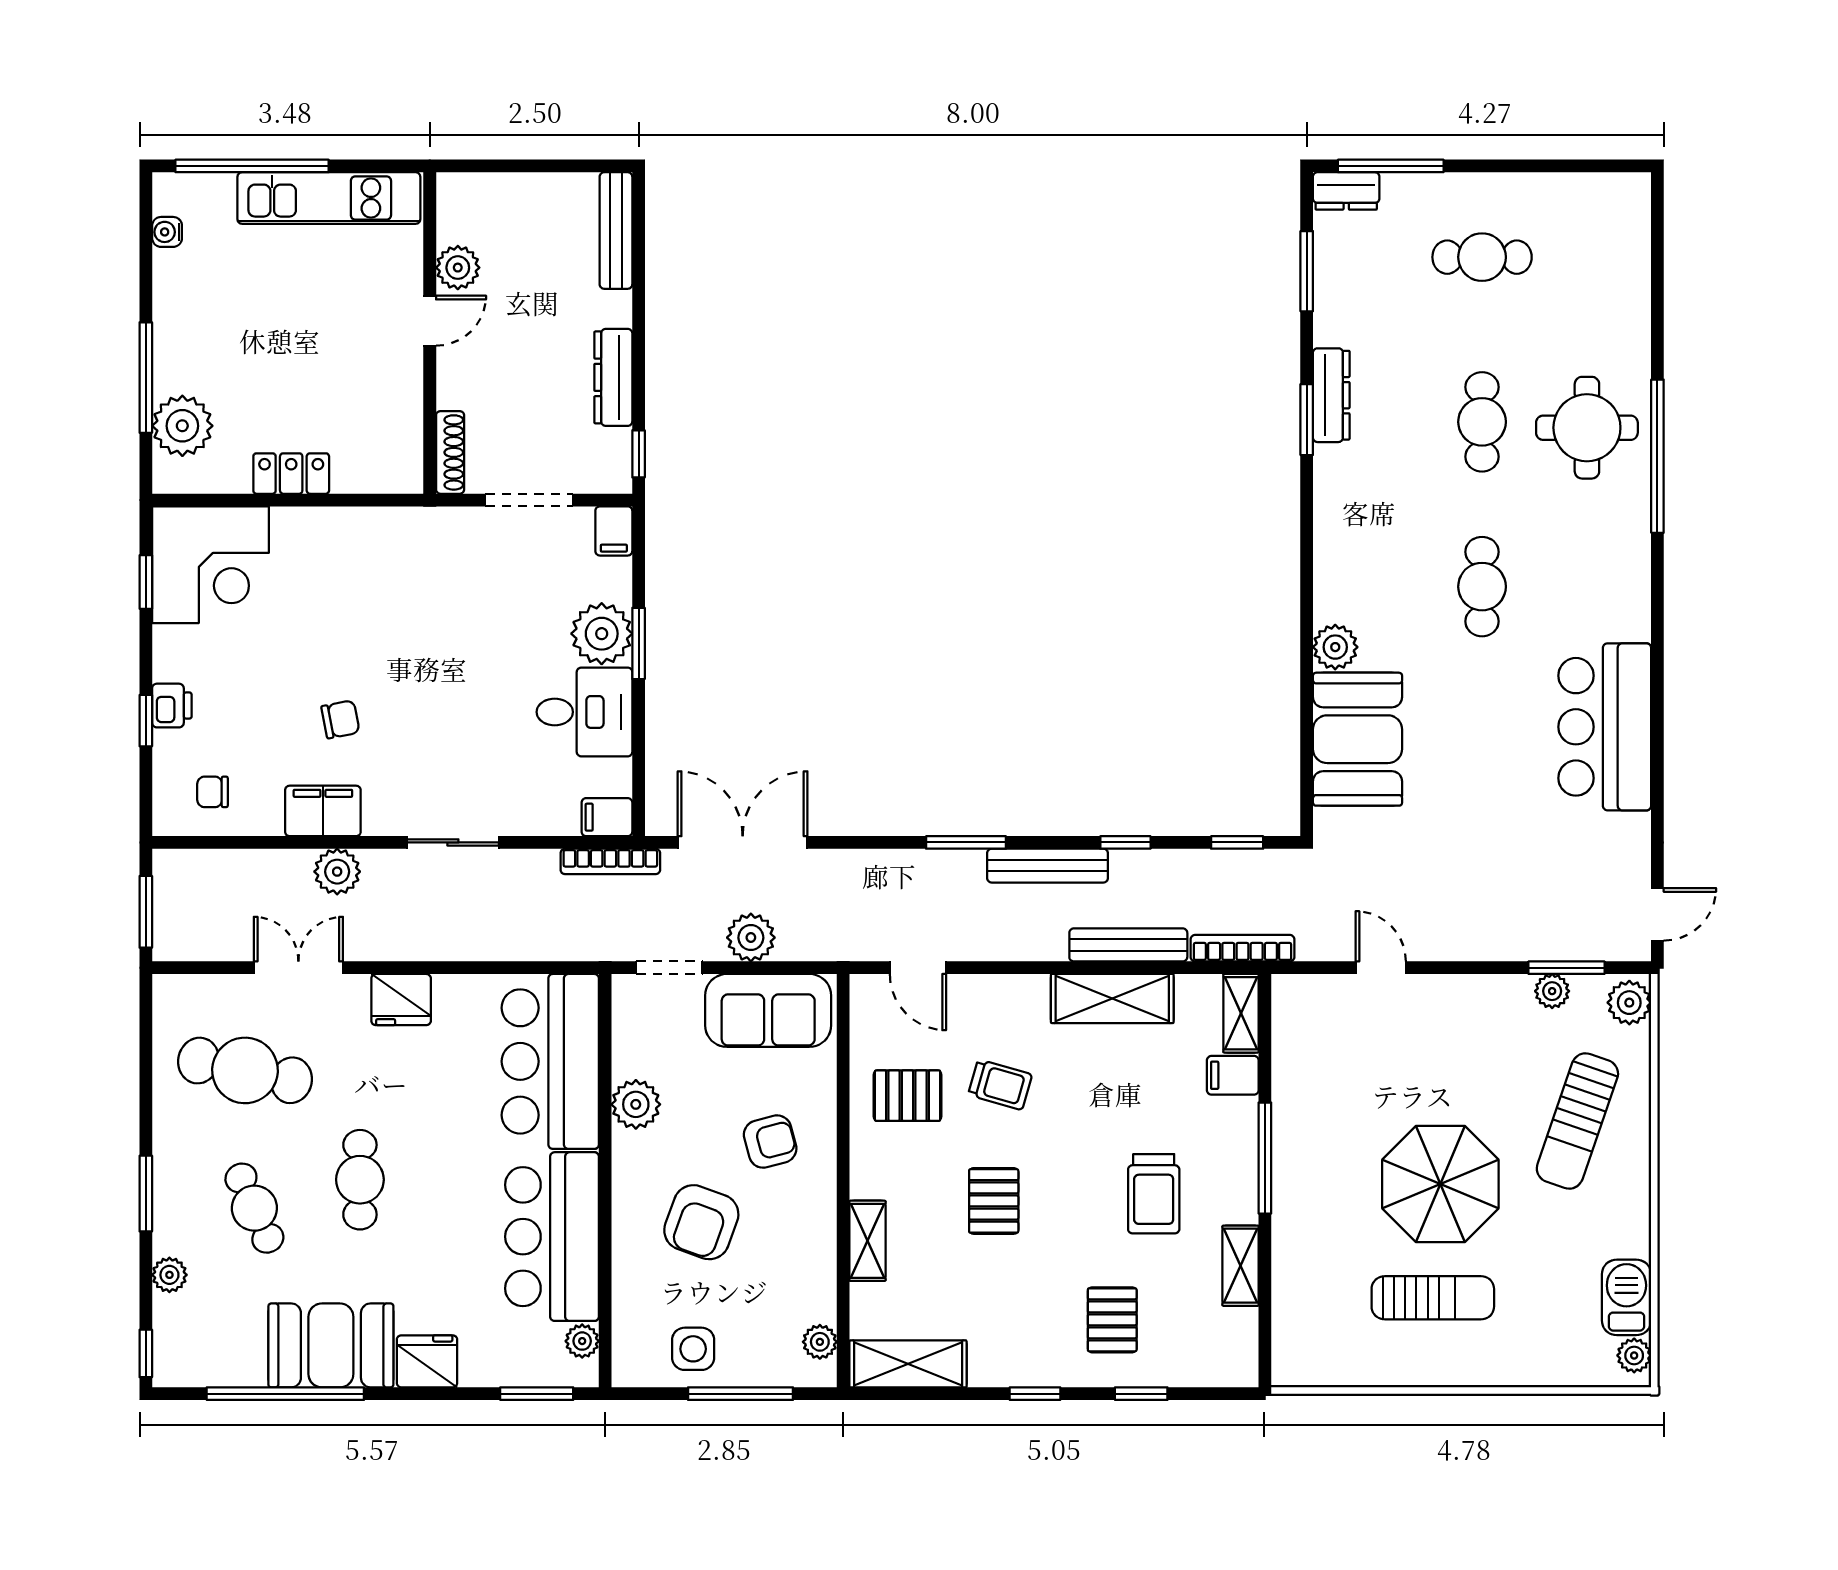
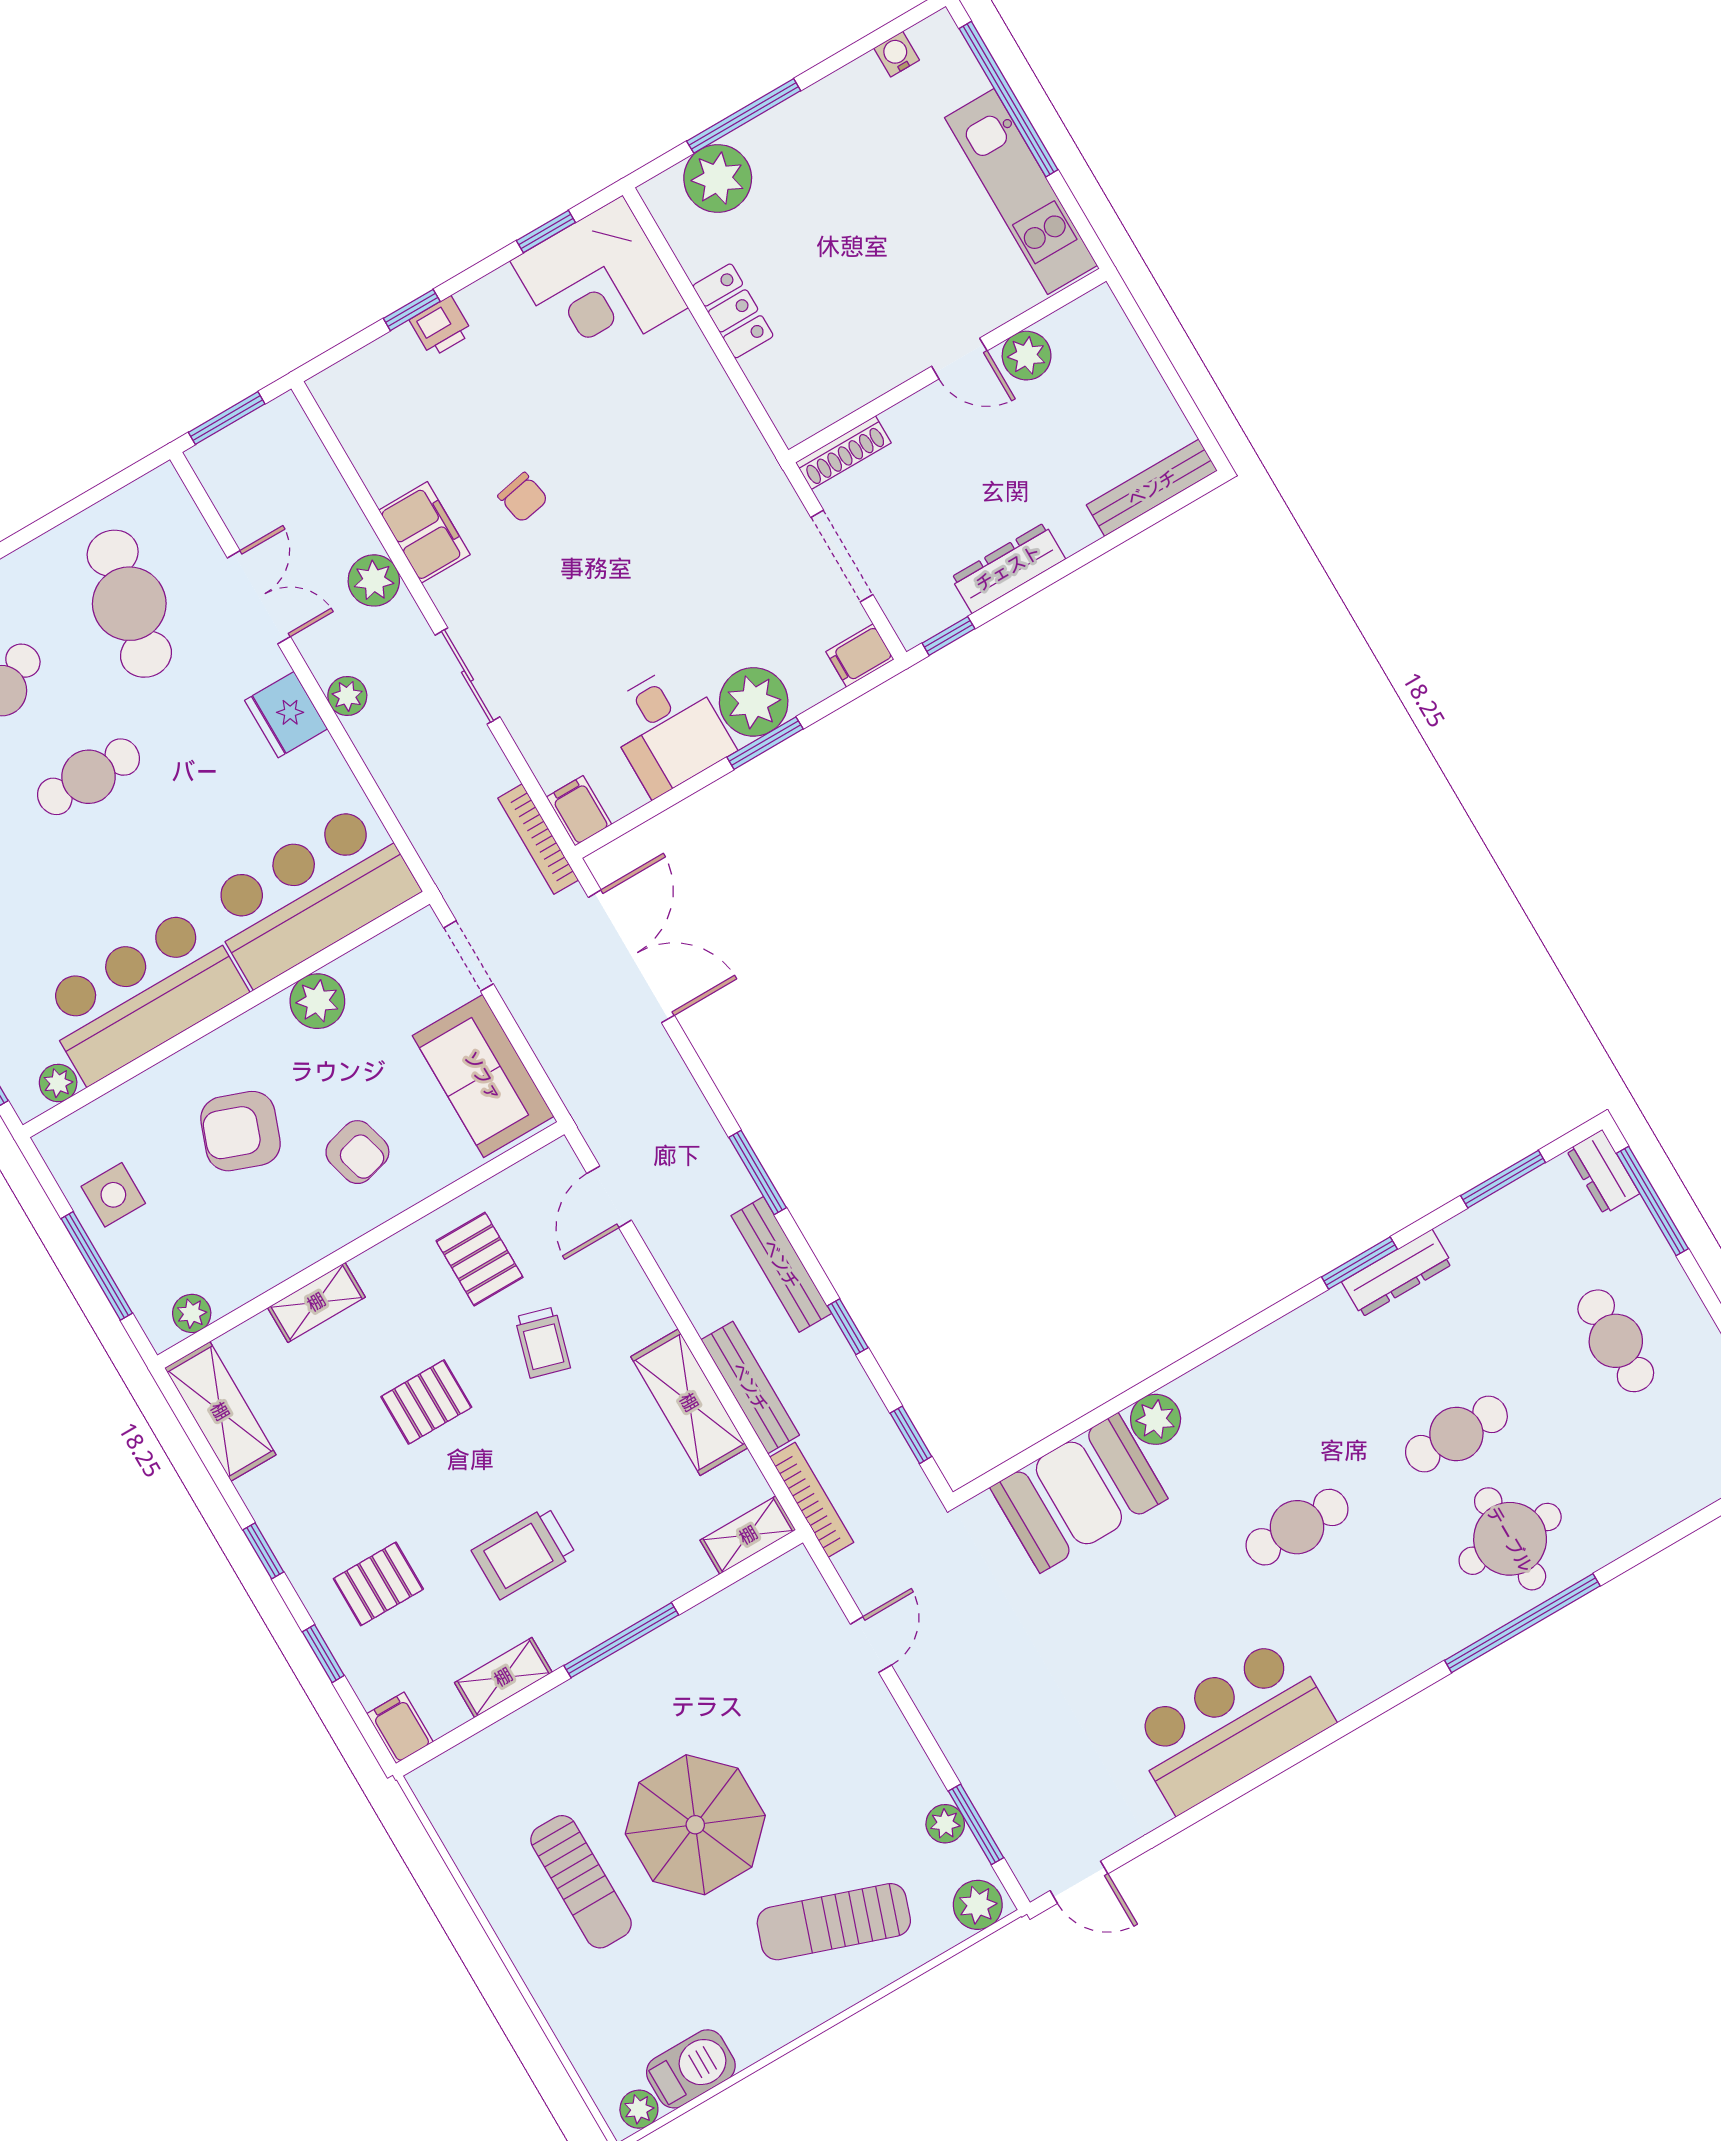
chair: (213, 792) -> (380, 415), removed
plant: (751, 938) -> (347, 696), moved, width x0.73, depth x0.73
filing cabinet: (1233, 1075) -> (400, 1728), moved

